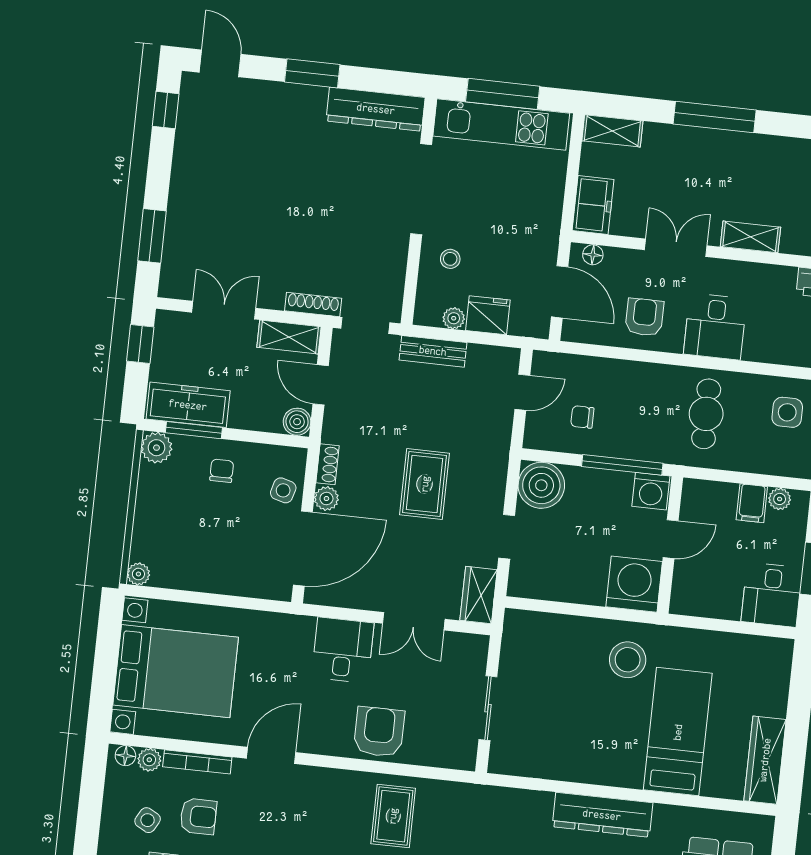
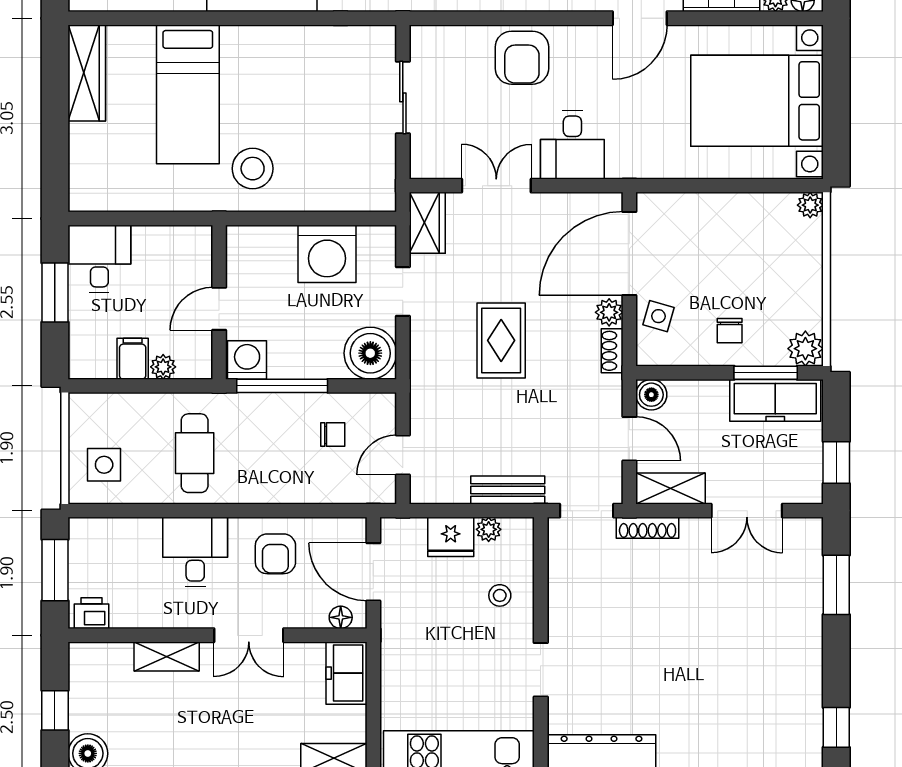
doorway: (421, 189) -> (541, 670), width x0.53
plant: (780, 499) -> (163, 367), moved
washing machine: (634, 584) -> (327, 254), moved

